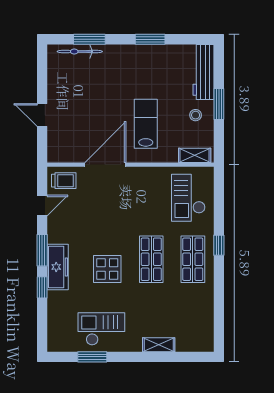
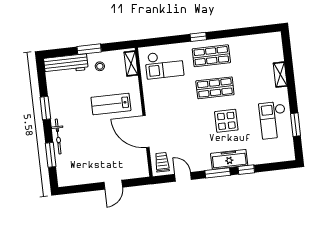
bicycle: (80, 51) -> (58, 136), moved

